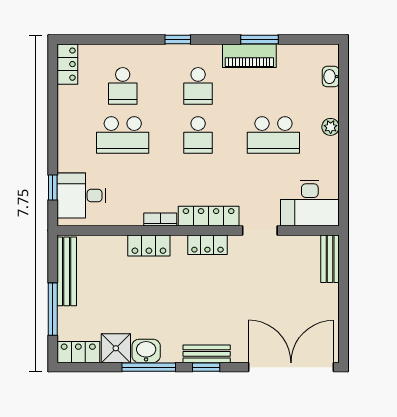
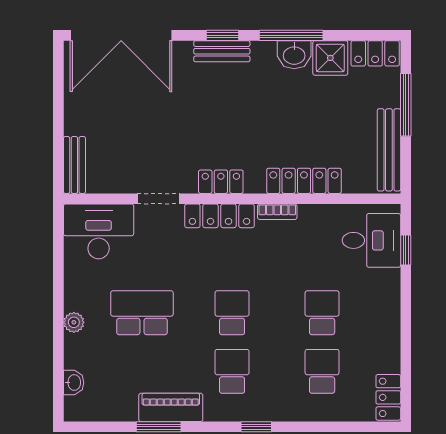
school desk: (123, 135) -> (322, 313), width x0.54
locker: (149, 245) -> (304, 181), width x1.53

